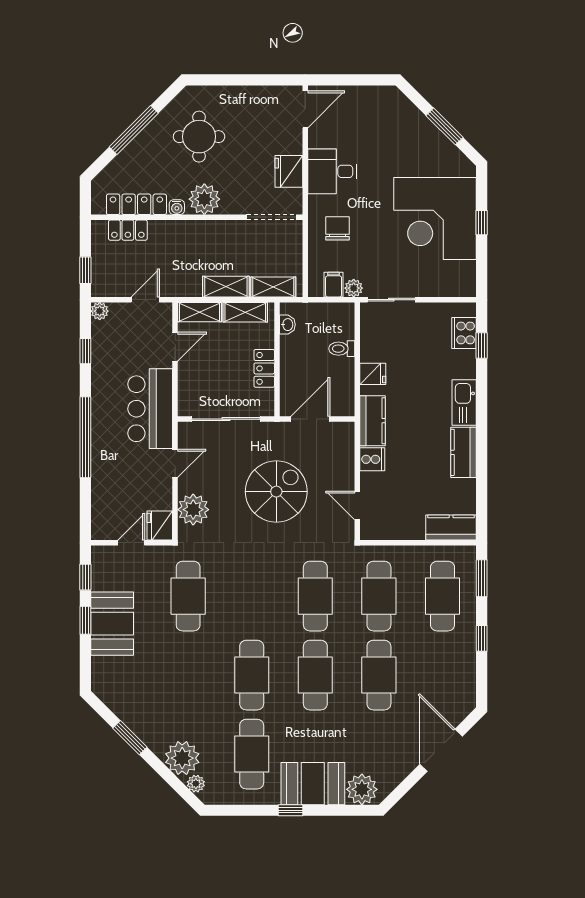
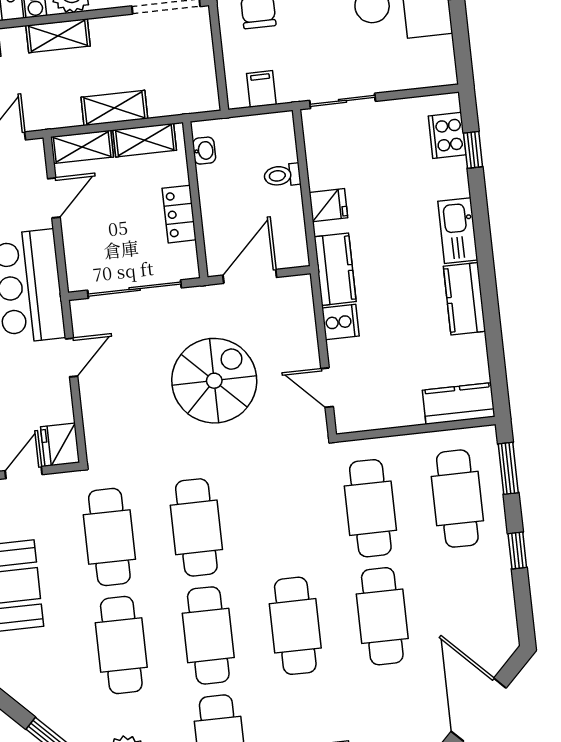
shelving: (273, 287) -> (58, 36), moved
plant: (354, 288) -> (289, 91), removed
plant: (193, 510) -> (103, 418), removed
cafe table: (315, 596) -> (196, 527), moved
cafe table: (188, 675) -> (121, 645), added

